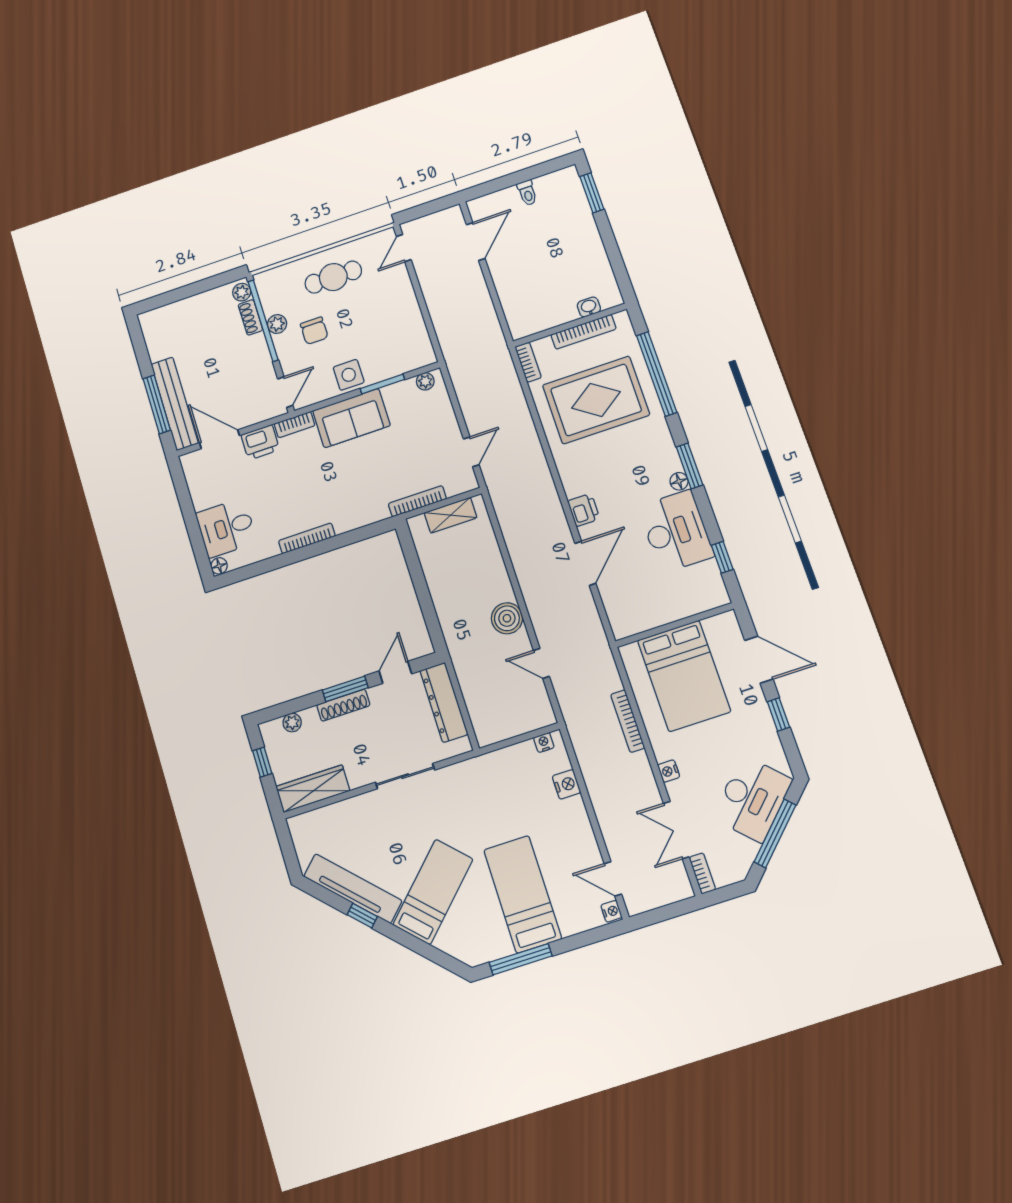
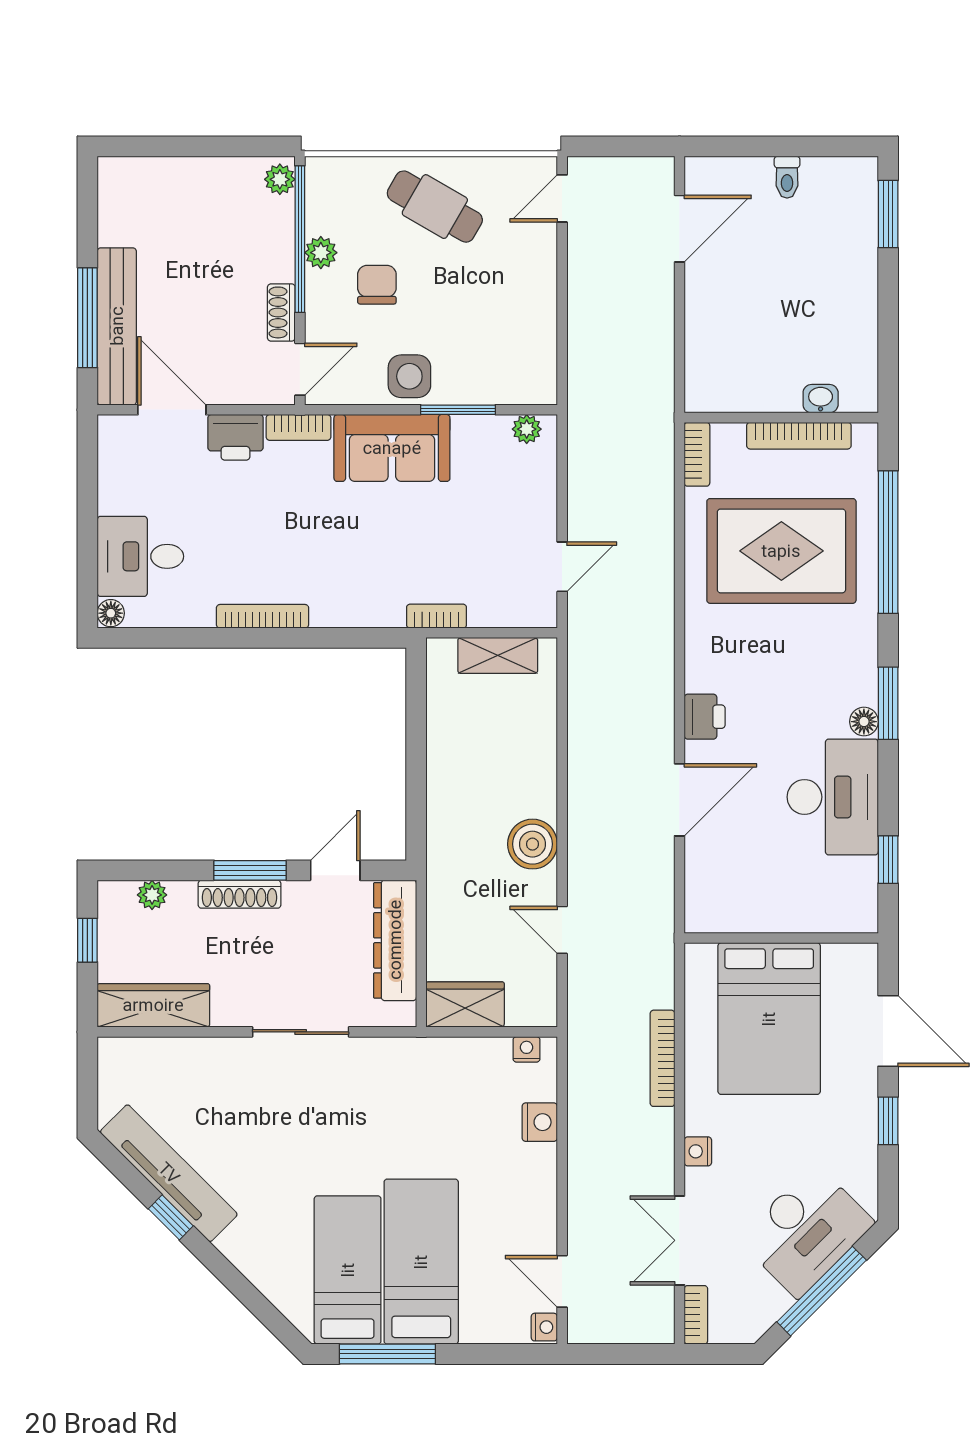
cafe table: (333, 277) -> (435, 207), turned 30
shoe rack: (250, 317) -> (281, 312), moved
chair: (314, 331) -> (377, 285), turned 180
bookcase: (417, 501) -> (437, 616), width x0.64
wardrobe: (498, 727) -> (465, 1005), added
bed: (433, 892) -> (348, 1270), moved, turned -45

